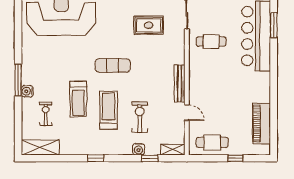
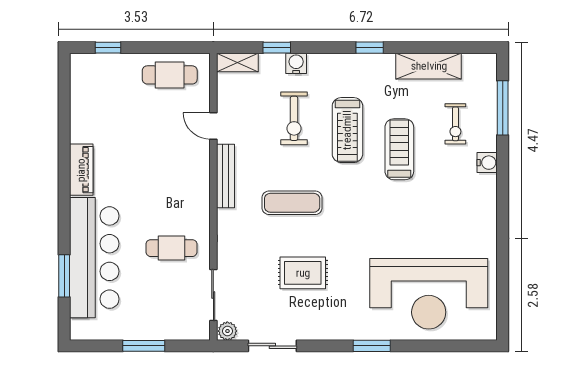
rug: (149, 25) -> (303, 273), moved
exercise mat: (113, 66) -> (292, 203), moved
window: (18, 80) -> (503, 108), moved
piano: (261, 123) -> (81, 170), moved, width x0.73, depth x0.75
shelving: (40, 147) -> (429, 66), moved
window: (235, 158) -> (108, 48), moved

